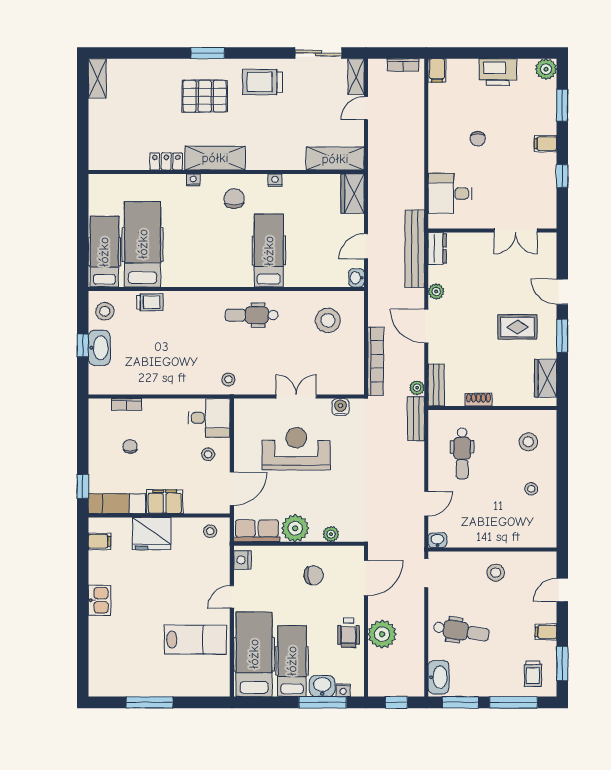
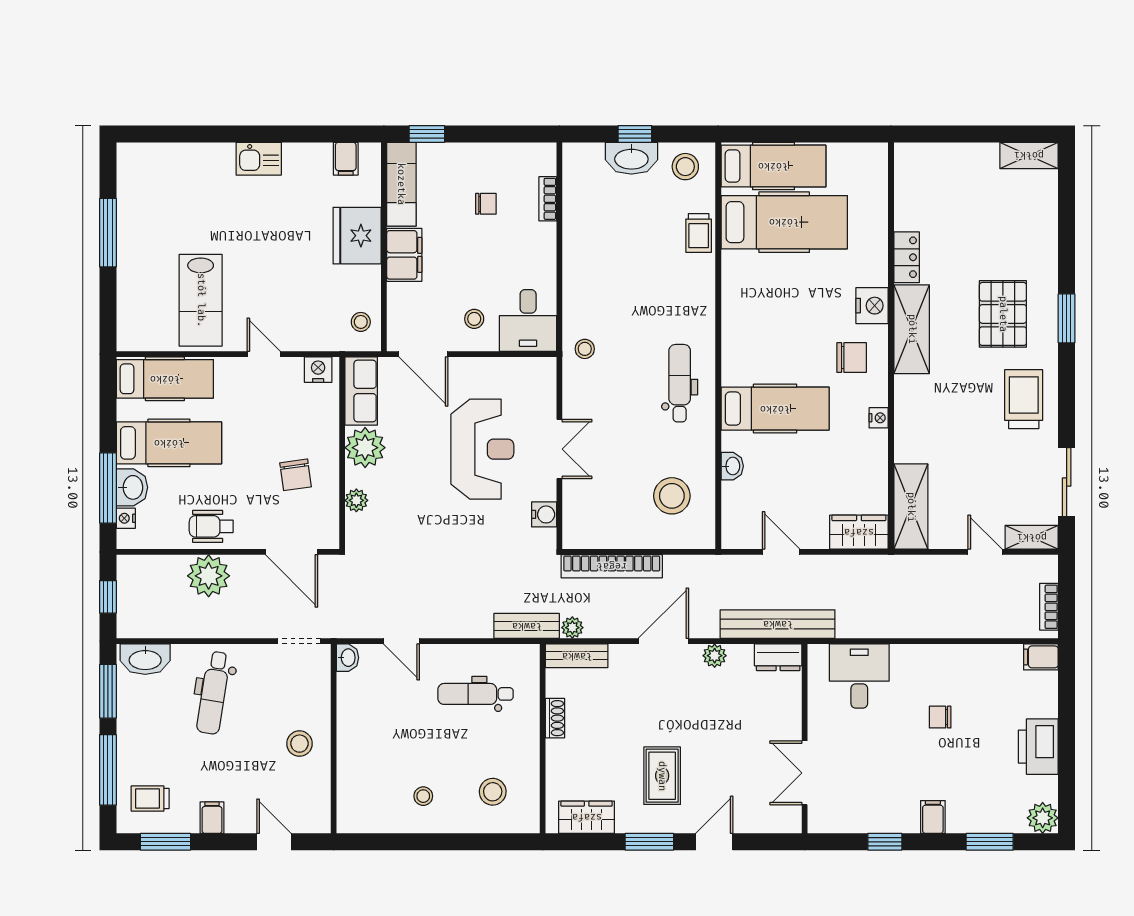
nightstand: (193, 180) -> (872, 306), width x1.89, depth x1.79
washbasin: (356, 278) -> (732, 466), moved, turned 90
hospital bed: (254, 654) -> (165, 379), width x0.73, depth x0.78

